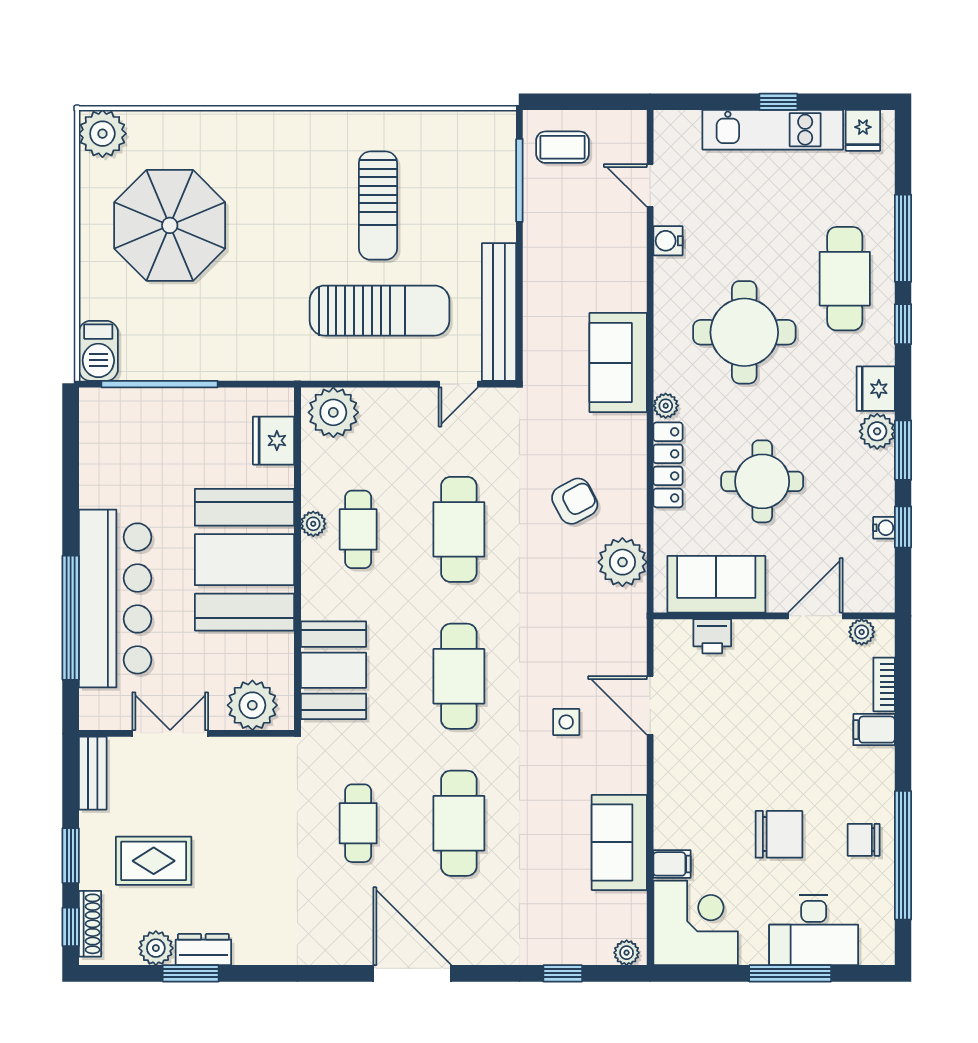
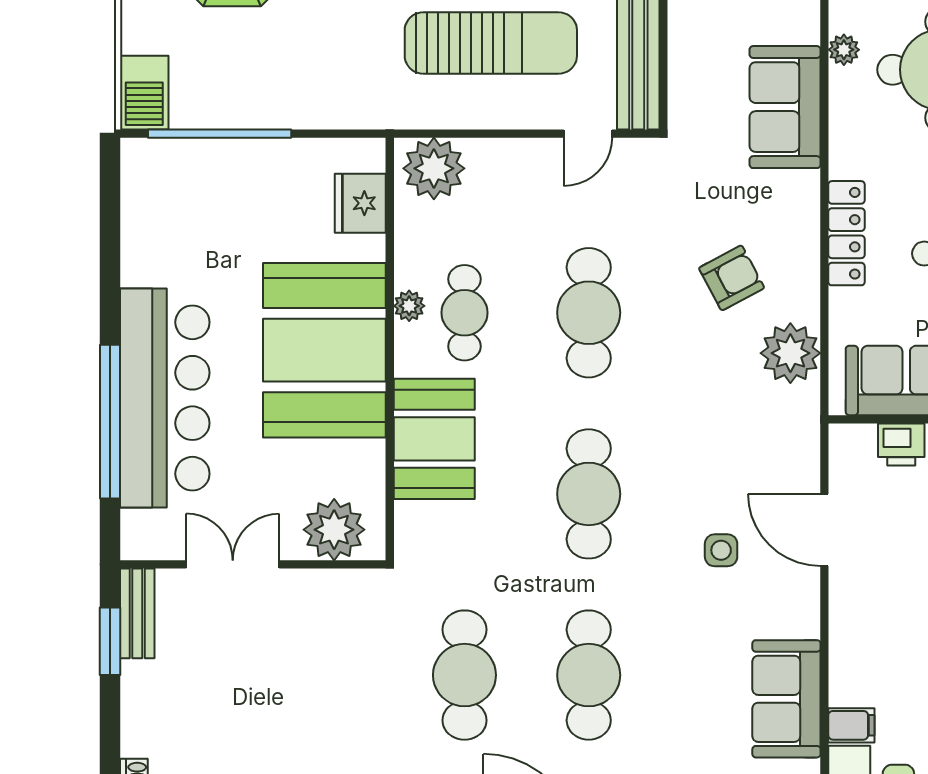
plant: (666, 406) -> (844, 50), moved
booth: (333, 670) -> (434, 439), moved
cafe table: (358, 823) -> (464, 675), width x1.37, depth x1.35
window: (71, 856) -> (110, 641), moved
rug: (154, 861) -> (212, 721), removed

